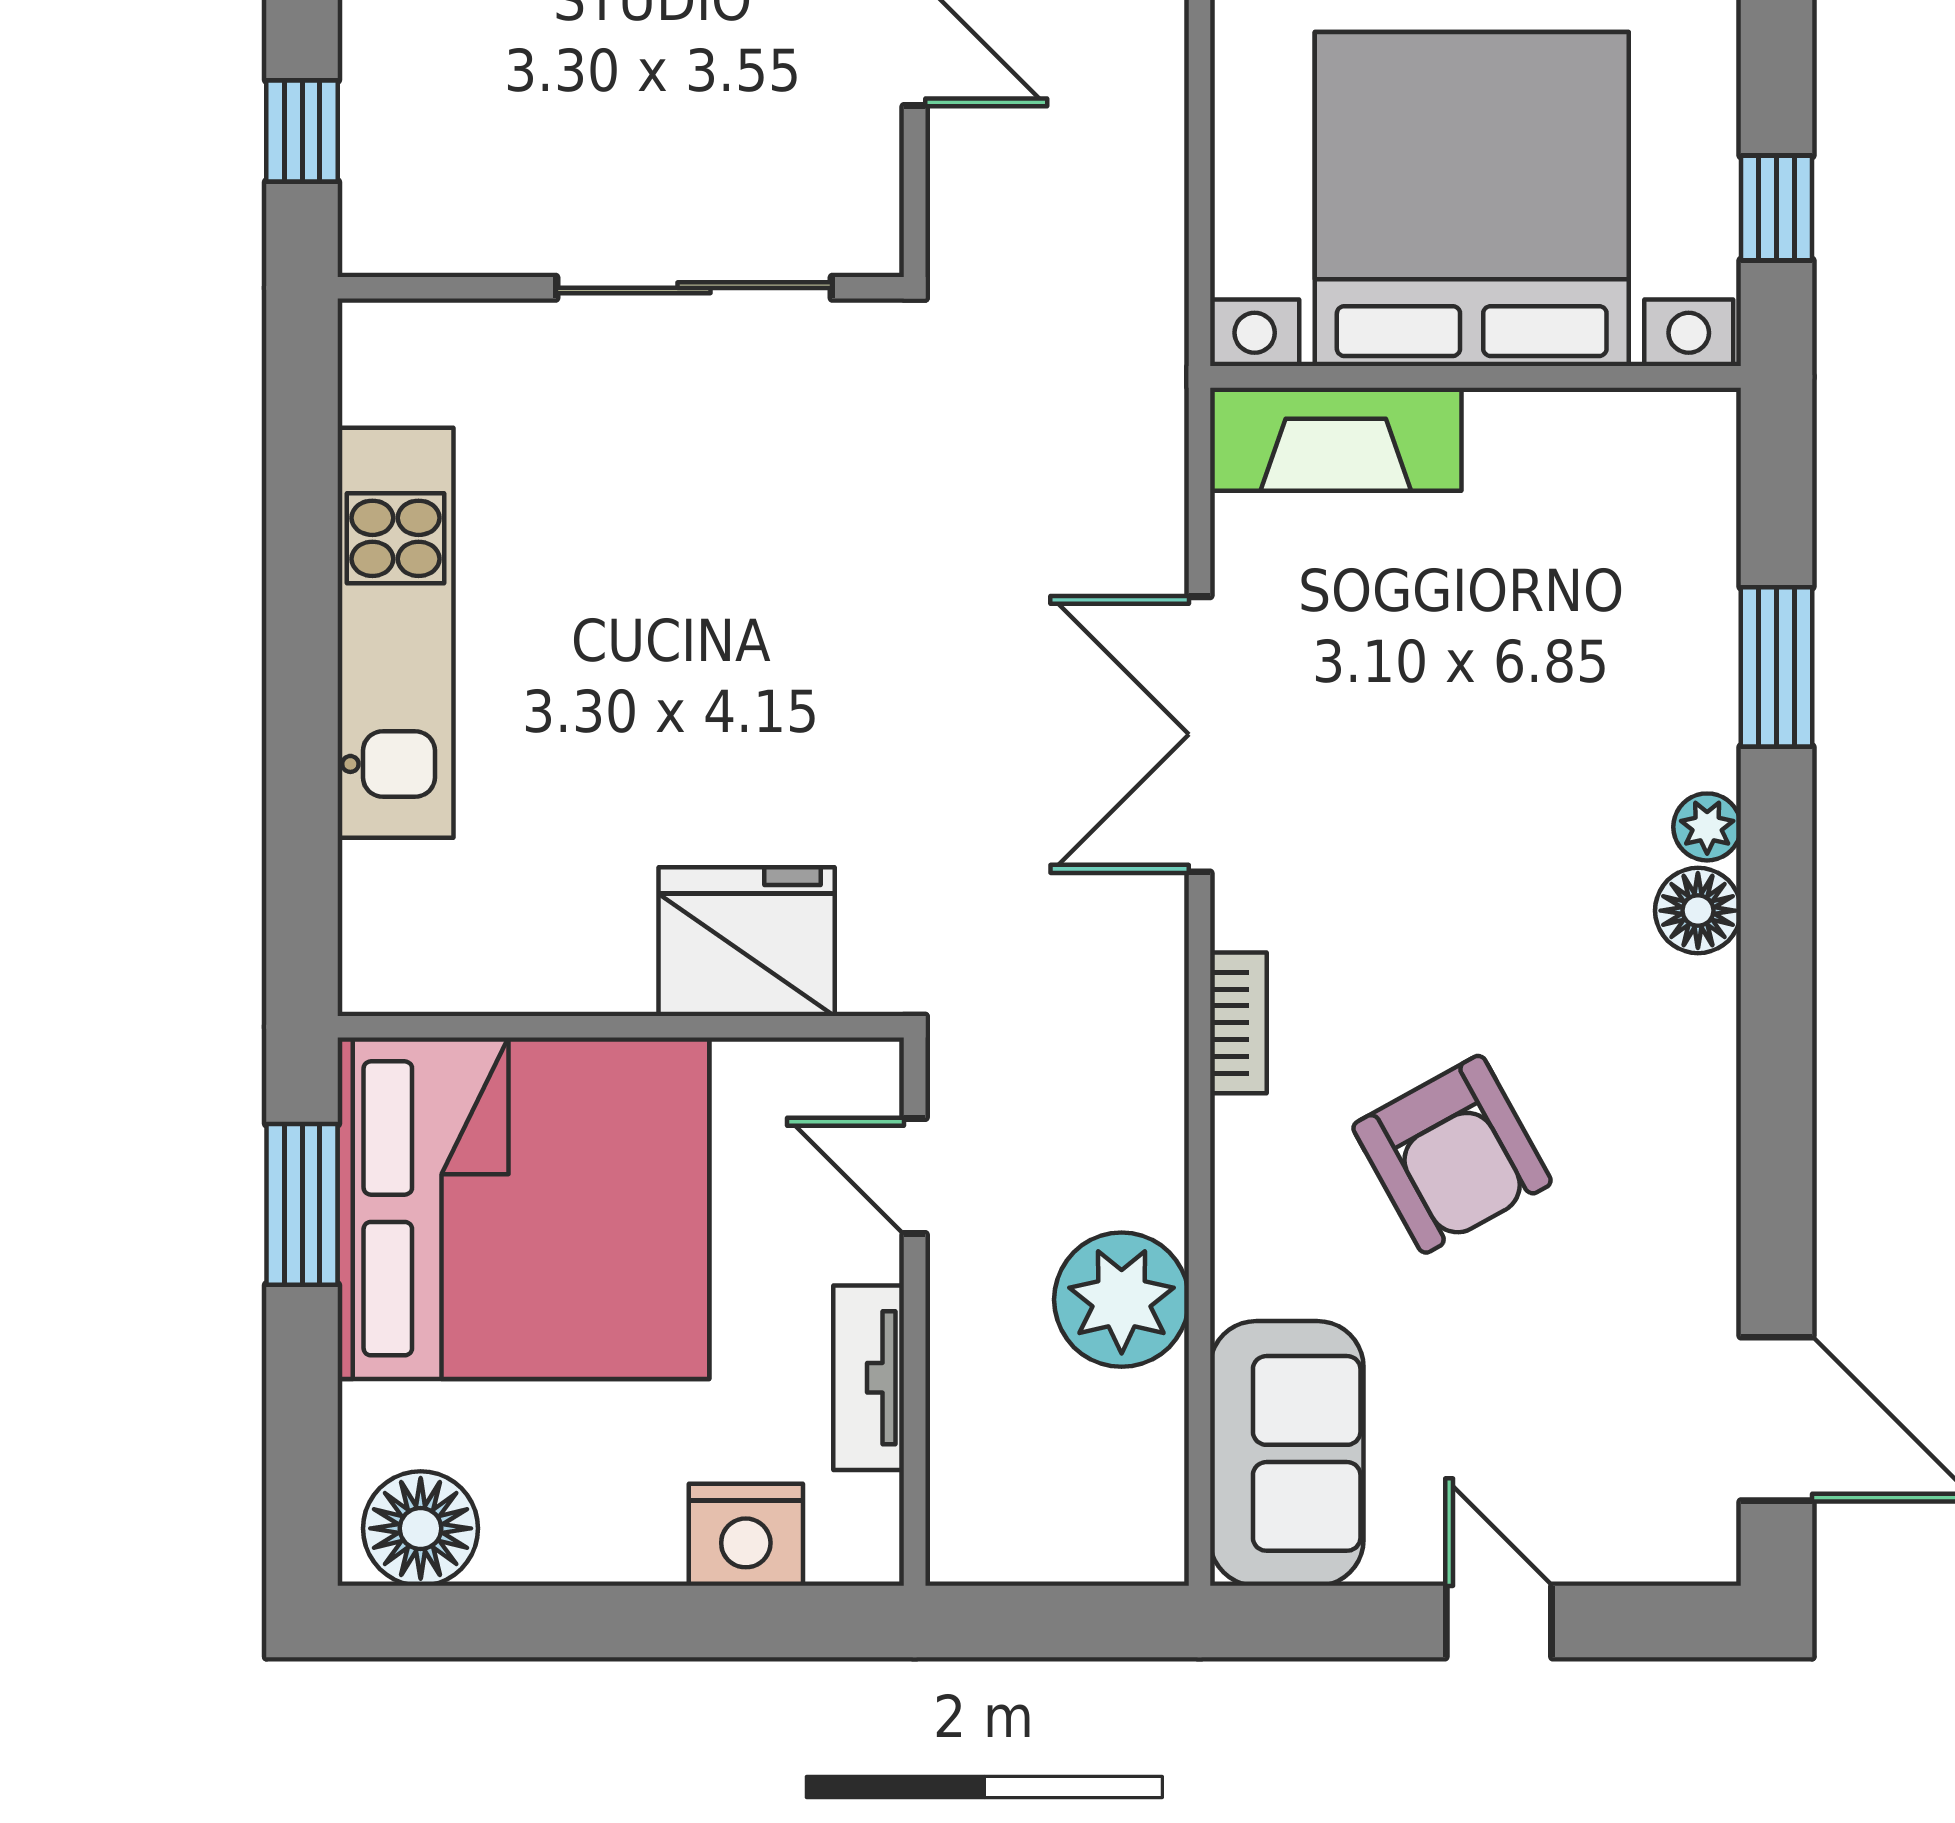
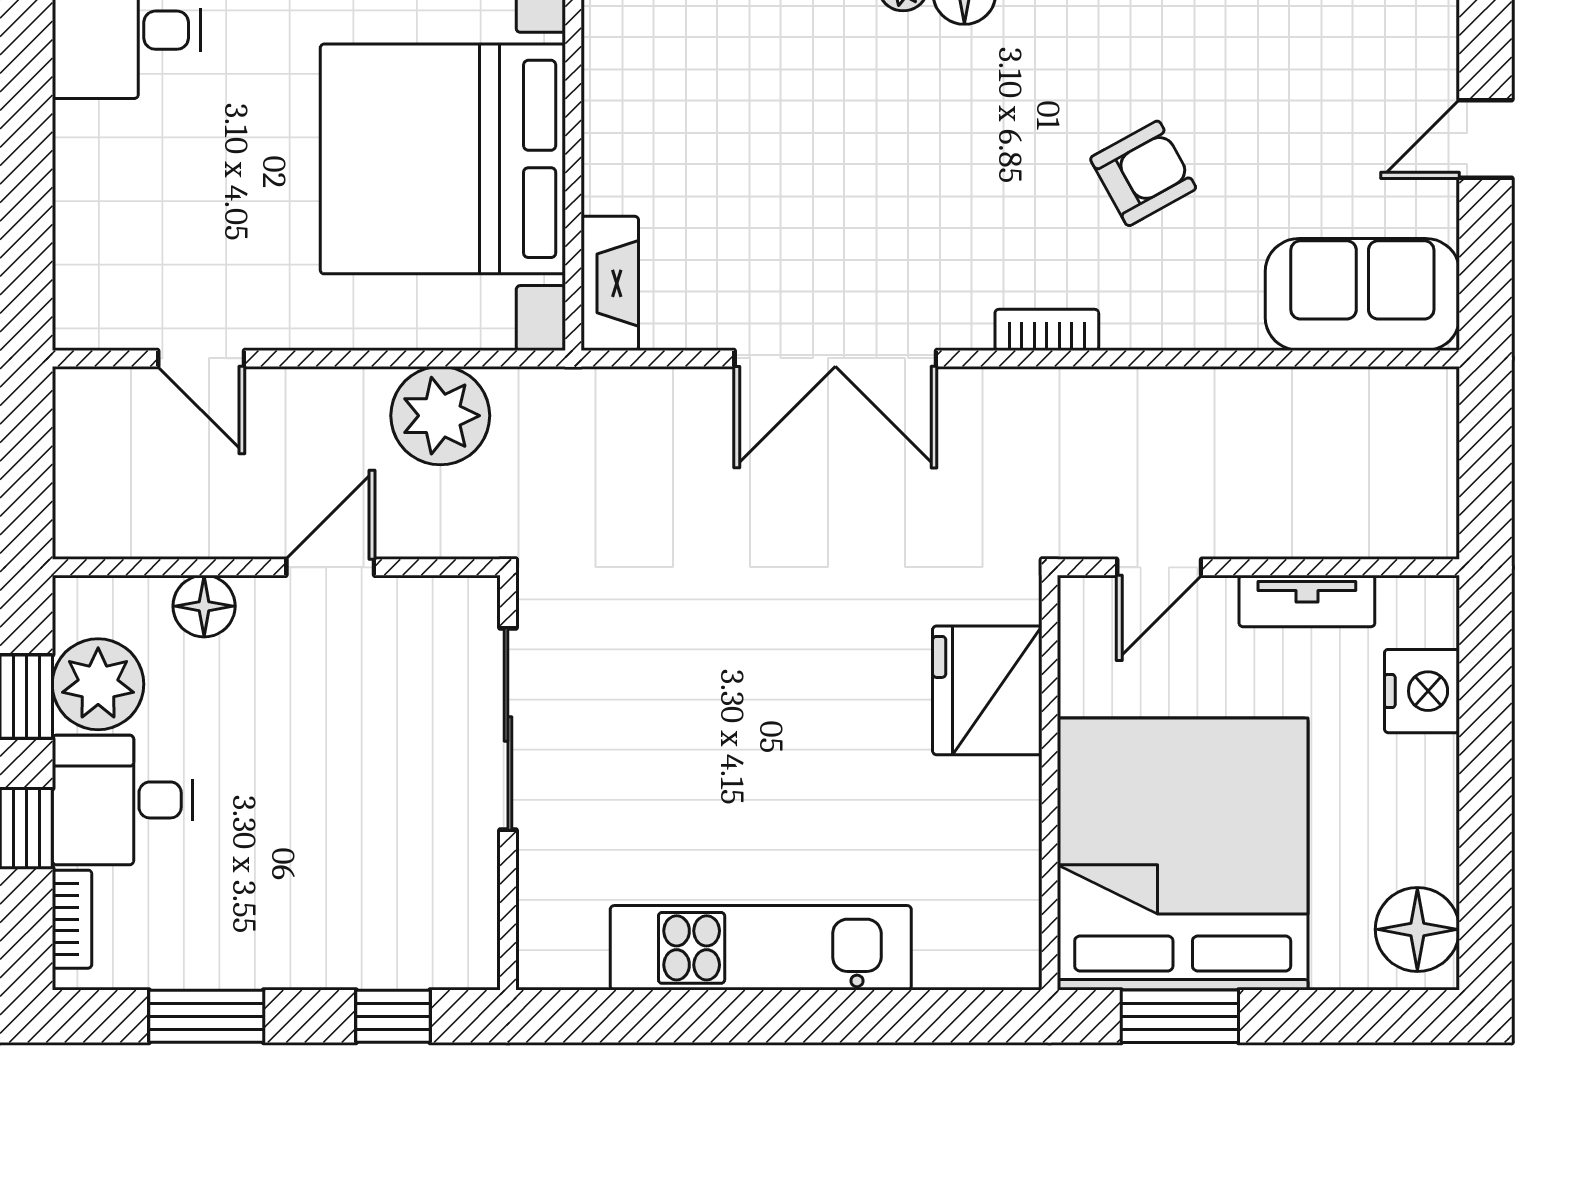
fireplace: (1336, 439) -> (610, 283), width x0.73, depth x0.76
armchair: (1452, 1154) -> (1143, 173), width x0.72, depth x0.72
plant: (1122, 1300) -> (440, 416), moved

